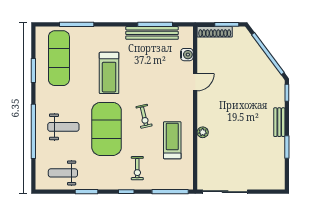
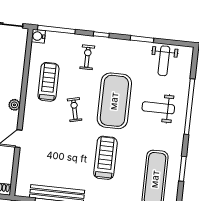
water cooler: (187, 55) -> (38, 36), moved
plant: (203, 132) -> (14, 105), moved
treadmill: (172, 140) -> (48, 82), turned 180
weight bench: (63, 173) -> (164, 61), turned 90

